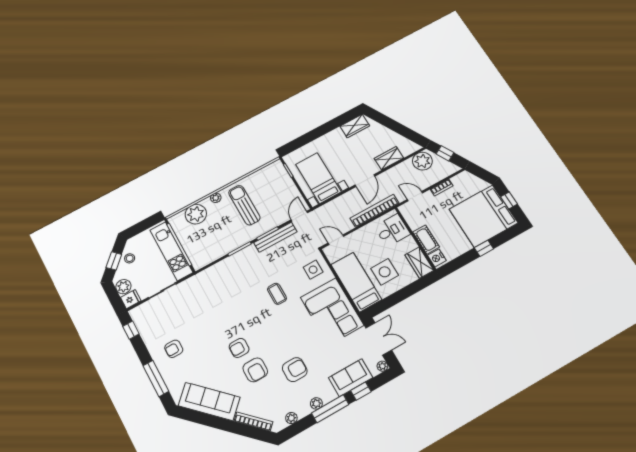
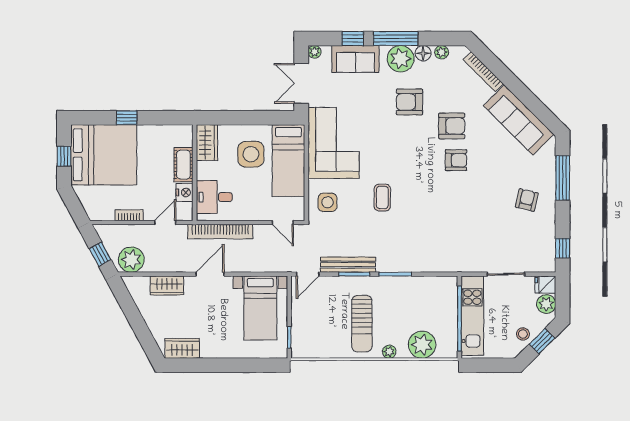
door: (415, 196) -> (165, 223), swing flipped
nightstand: (437, 258) -> (185, 192), moved
armchair: (174, 349) -> (527, 200), turned -77
armchair: (255, 370) -> (452, 126), turned 90
plant: (316, 403) -> (401, 59), width x1.88, depth x1.88
floor lamp: (304, 410) -> (423, 53), added

